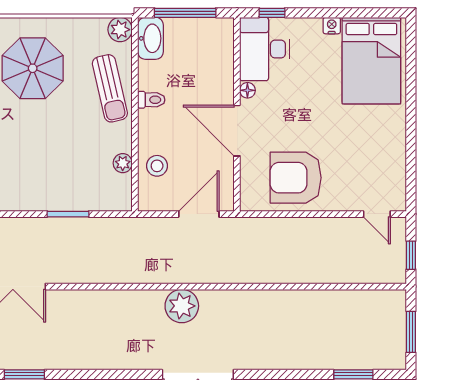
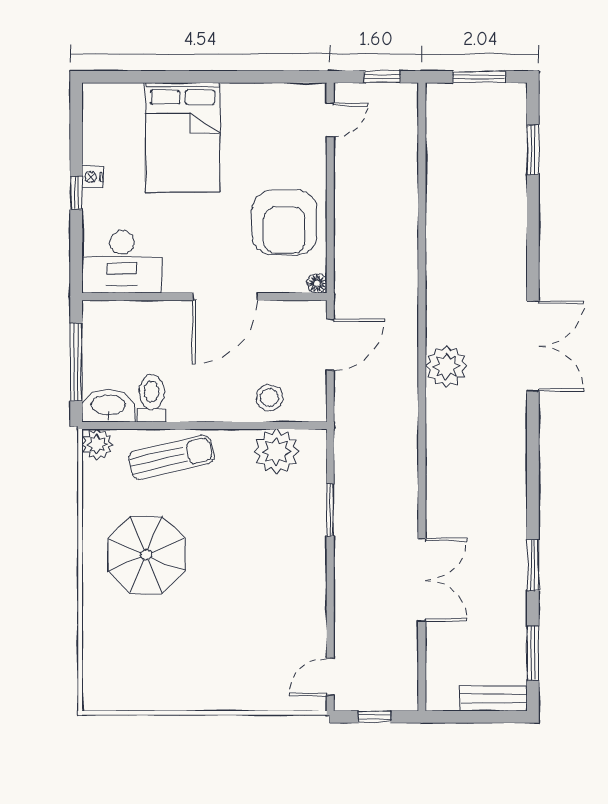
window: (272, 13) -> (76, 193), moved
bed: (371, 61) -> (183, 137), moved, turned 90
floor lamp: (247, 90) -> (317, 283), moved
toilet: (151, 100) -> (152, 398), moved, width x1.37, depth x1.39
plant: (123, 163) -> (277, 451), width x1.88, depth x1.88
door: (199, 214) -> (330, 345), swing flipped

